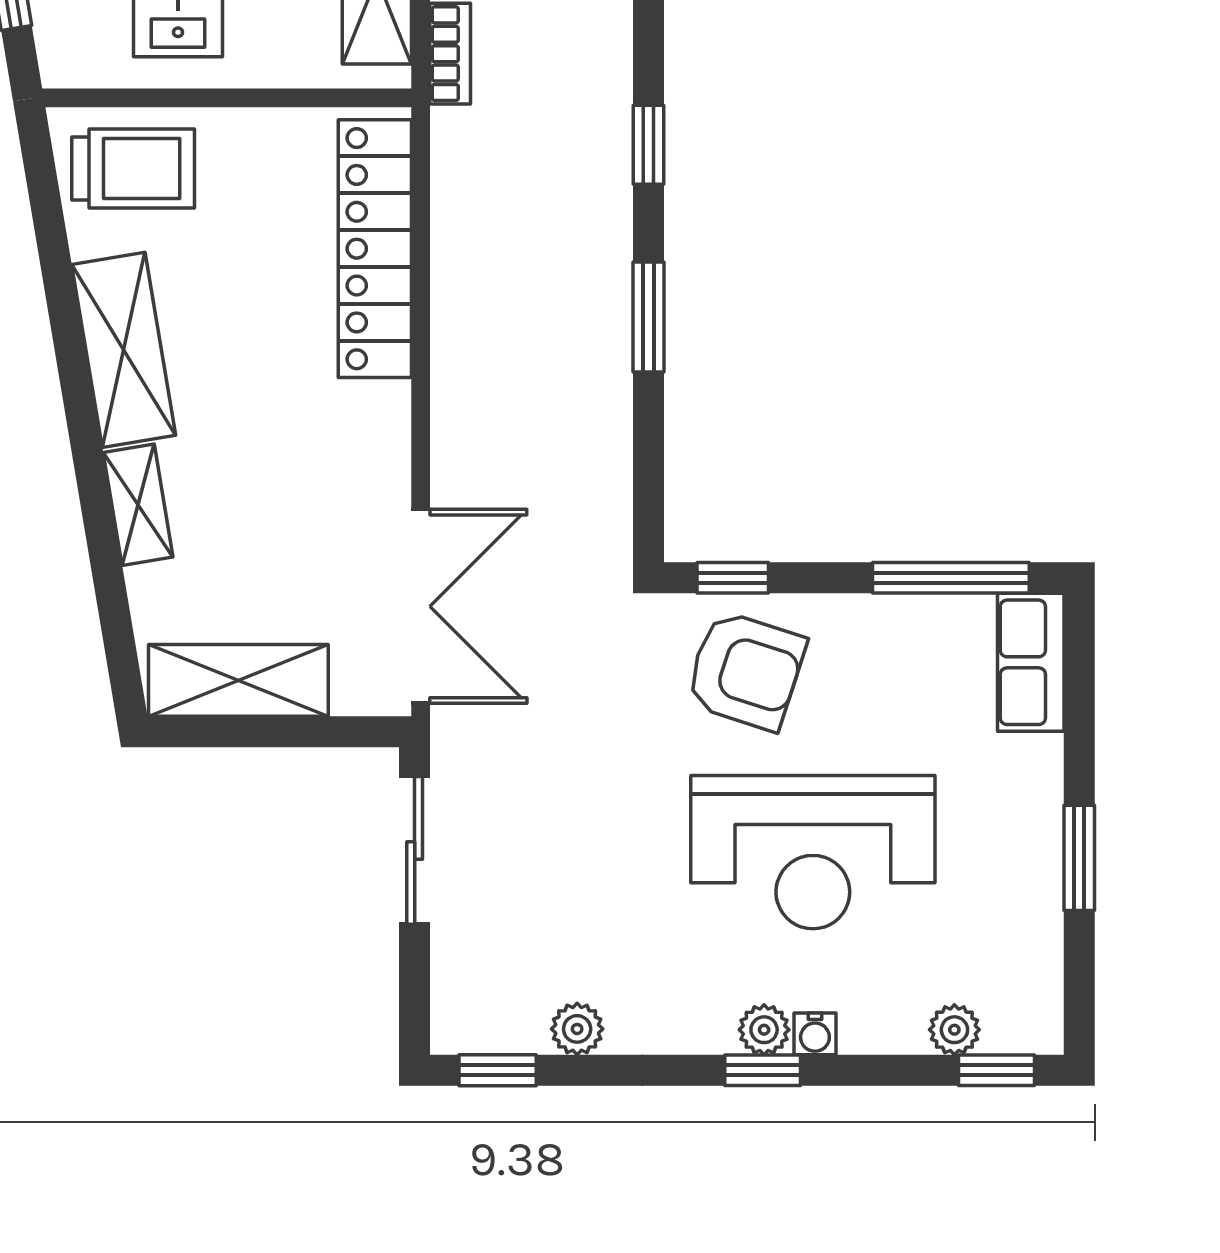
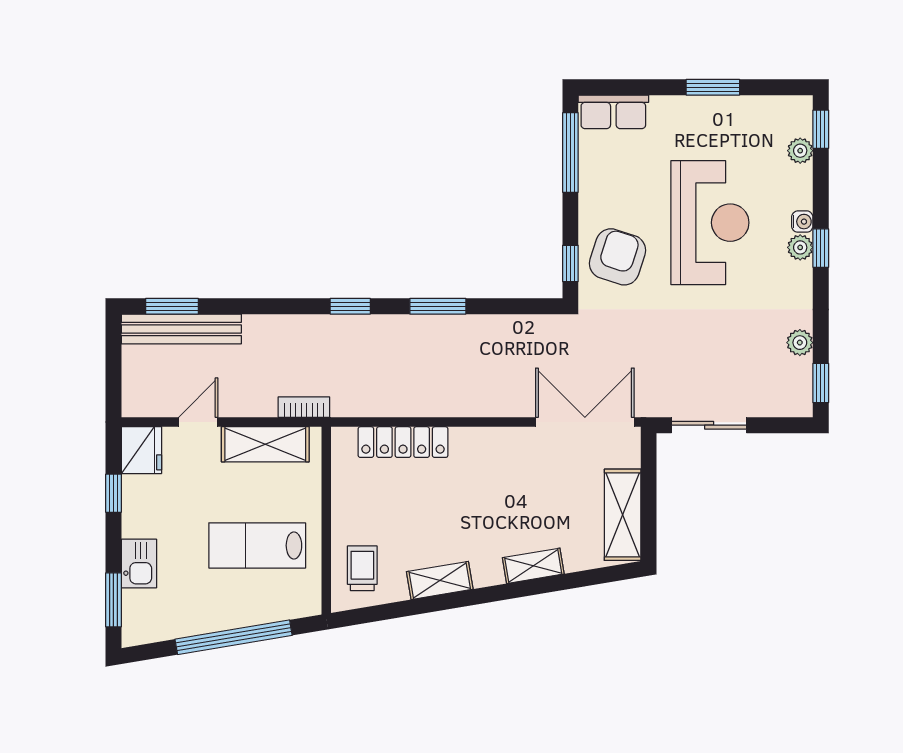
trolley: (133, 169) -> (362, 568), width x0.73, depth x0.72
locker: (375, 249) -> (403, 442), width x0.71, depth x0.83
shelving: (124, 350) -> (440, 580), width x0.67, depth x0.75

